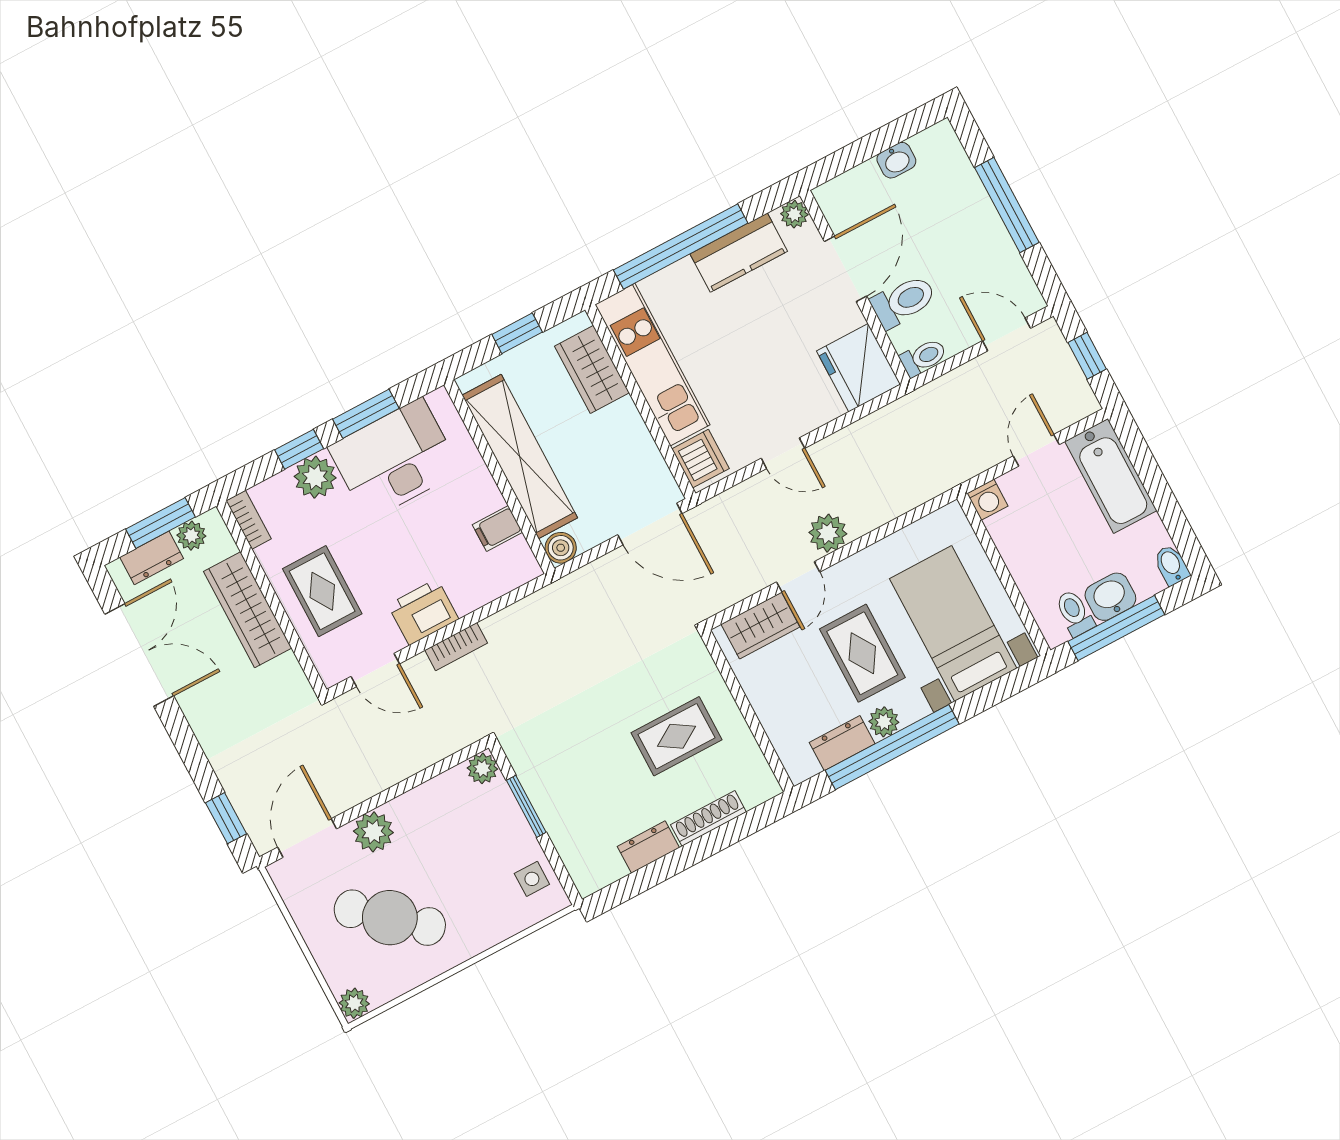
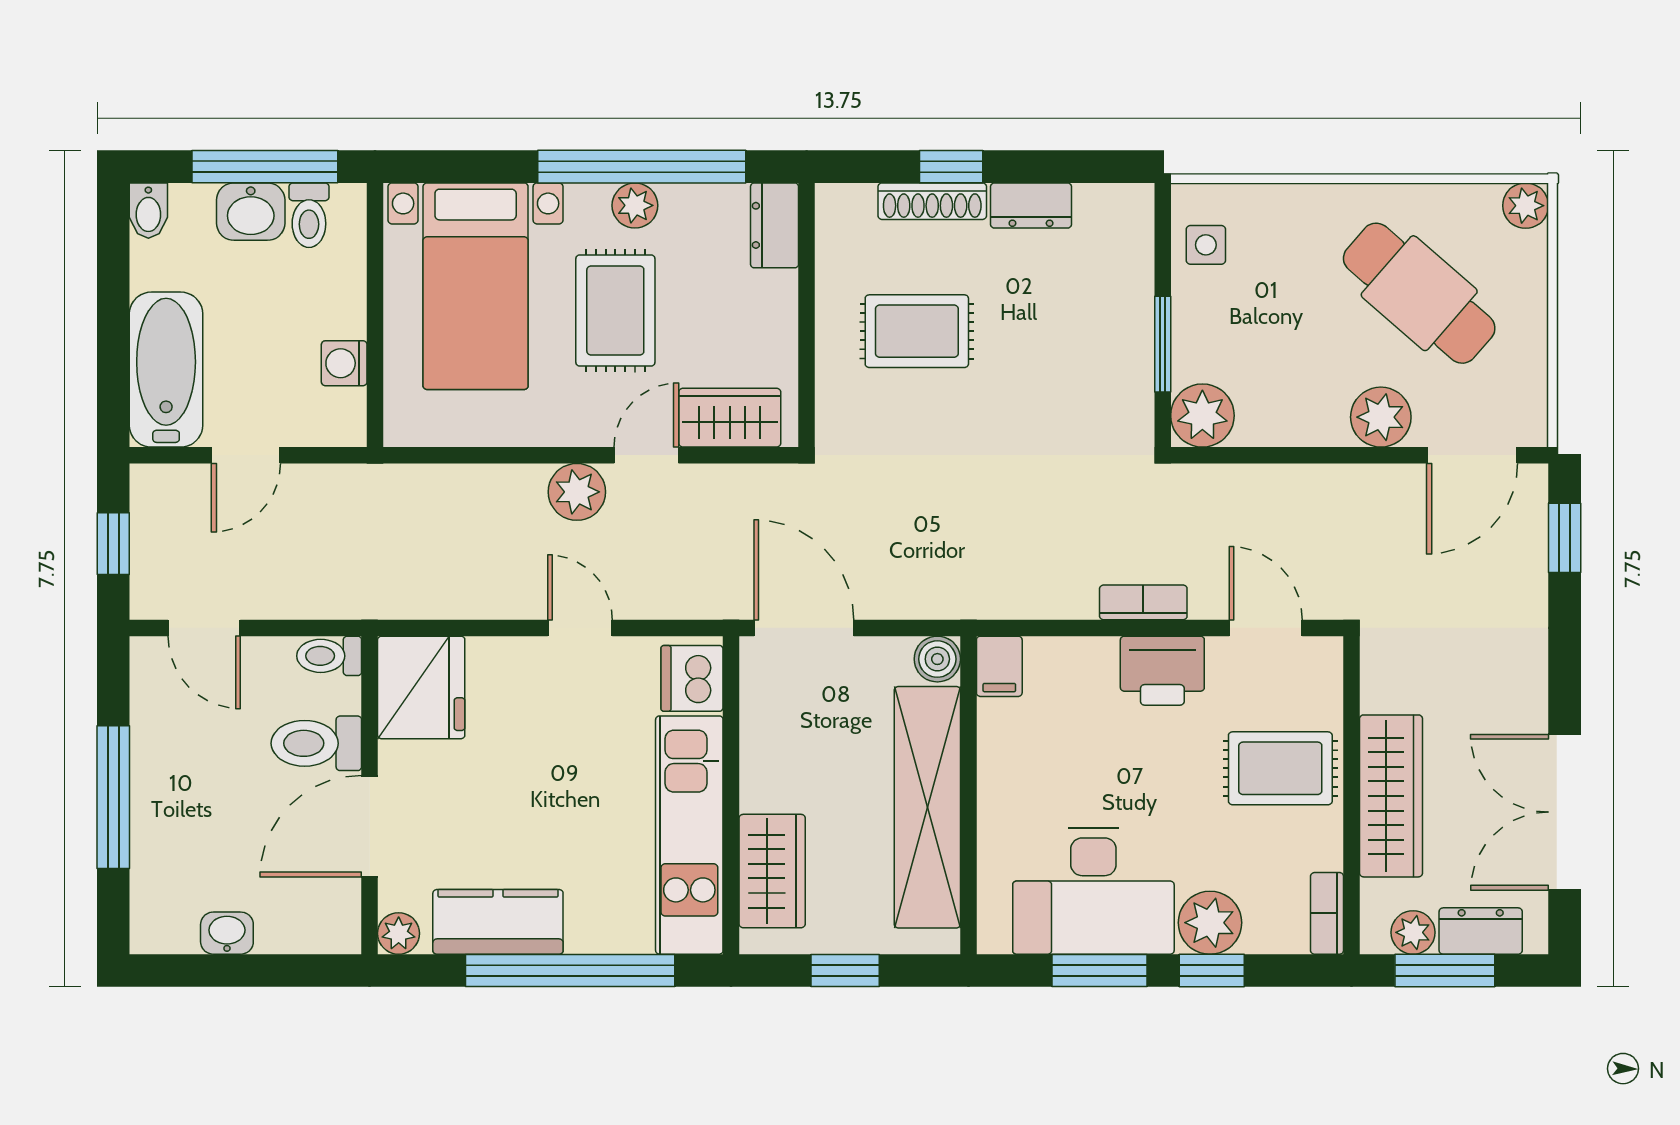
washing machine: (988, 500) -> (344, 363), moved, turned -90
filing cabinet: (497, 529) -> (999, 666), moved, turned 90
rug: (322, 591) -> (1280, 768), turned 90
dresser: (842, 743) -> (775, 225), moved, turned 90
plant: (482, 768) -> (1202, 416), width x1.38, depth x1.38
window: (708, 845) -> (951, 167), added

